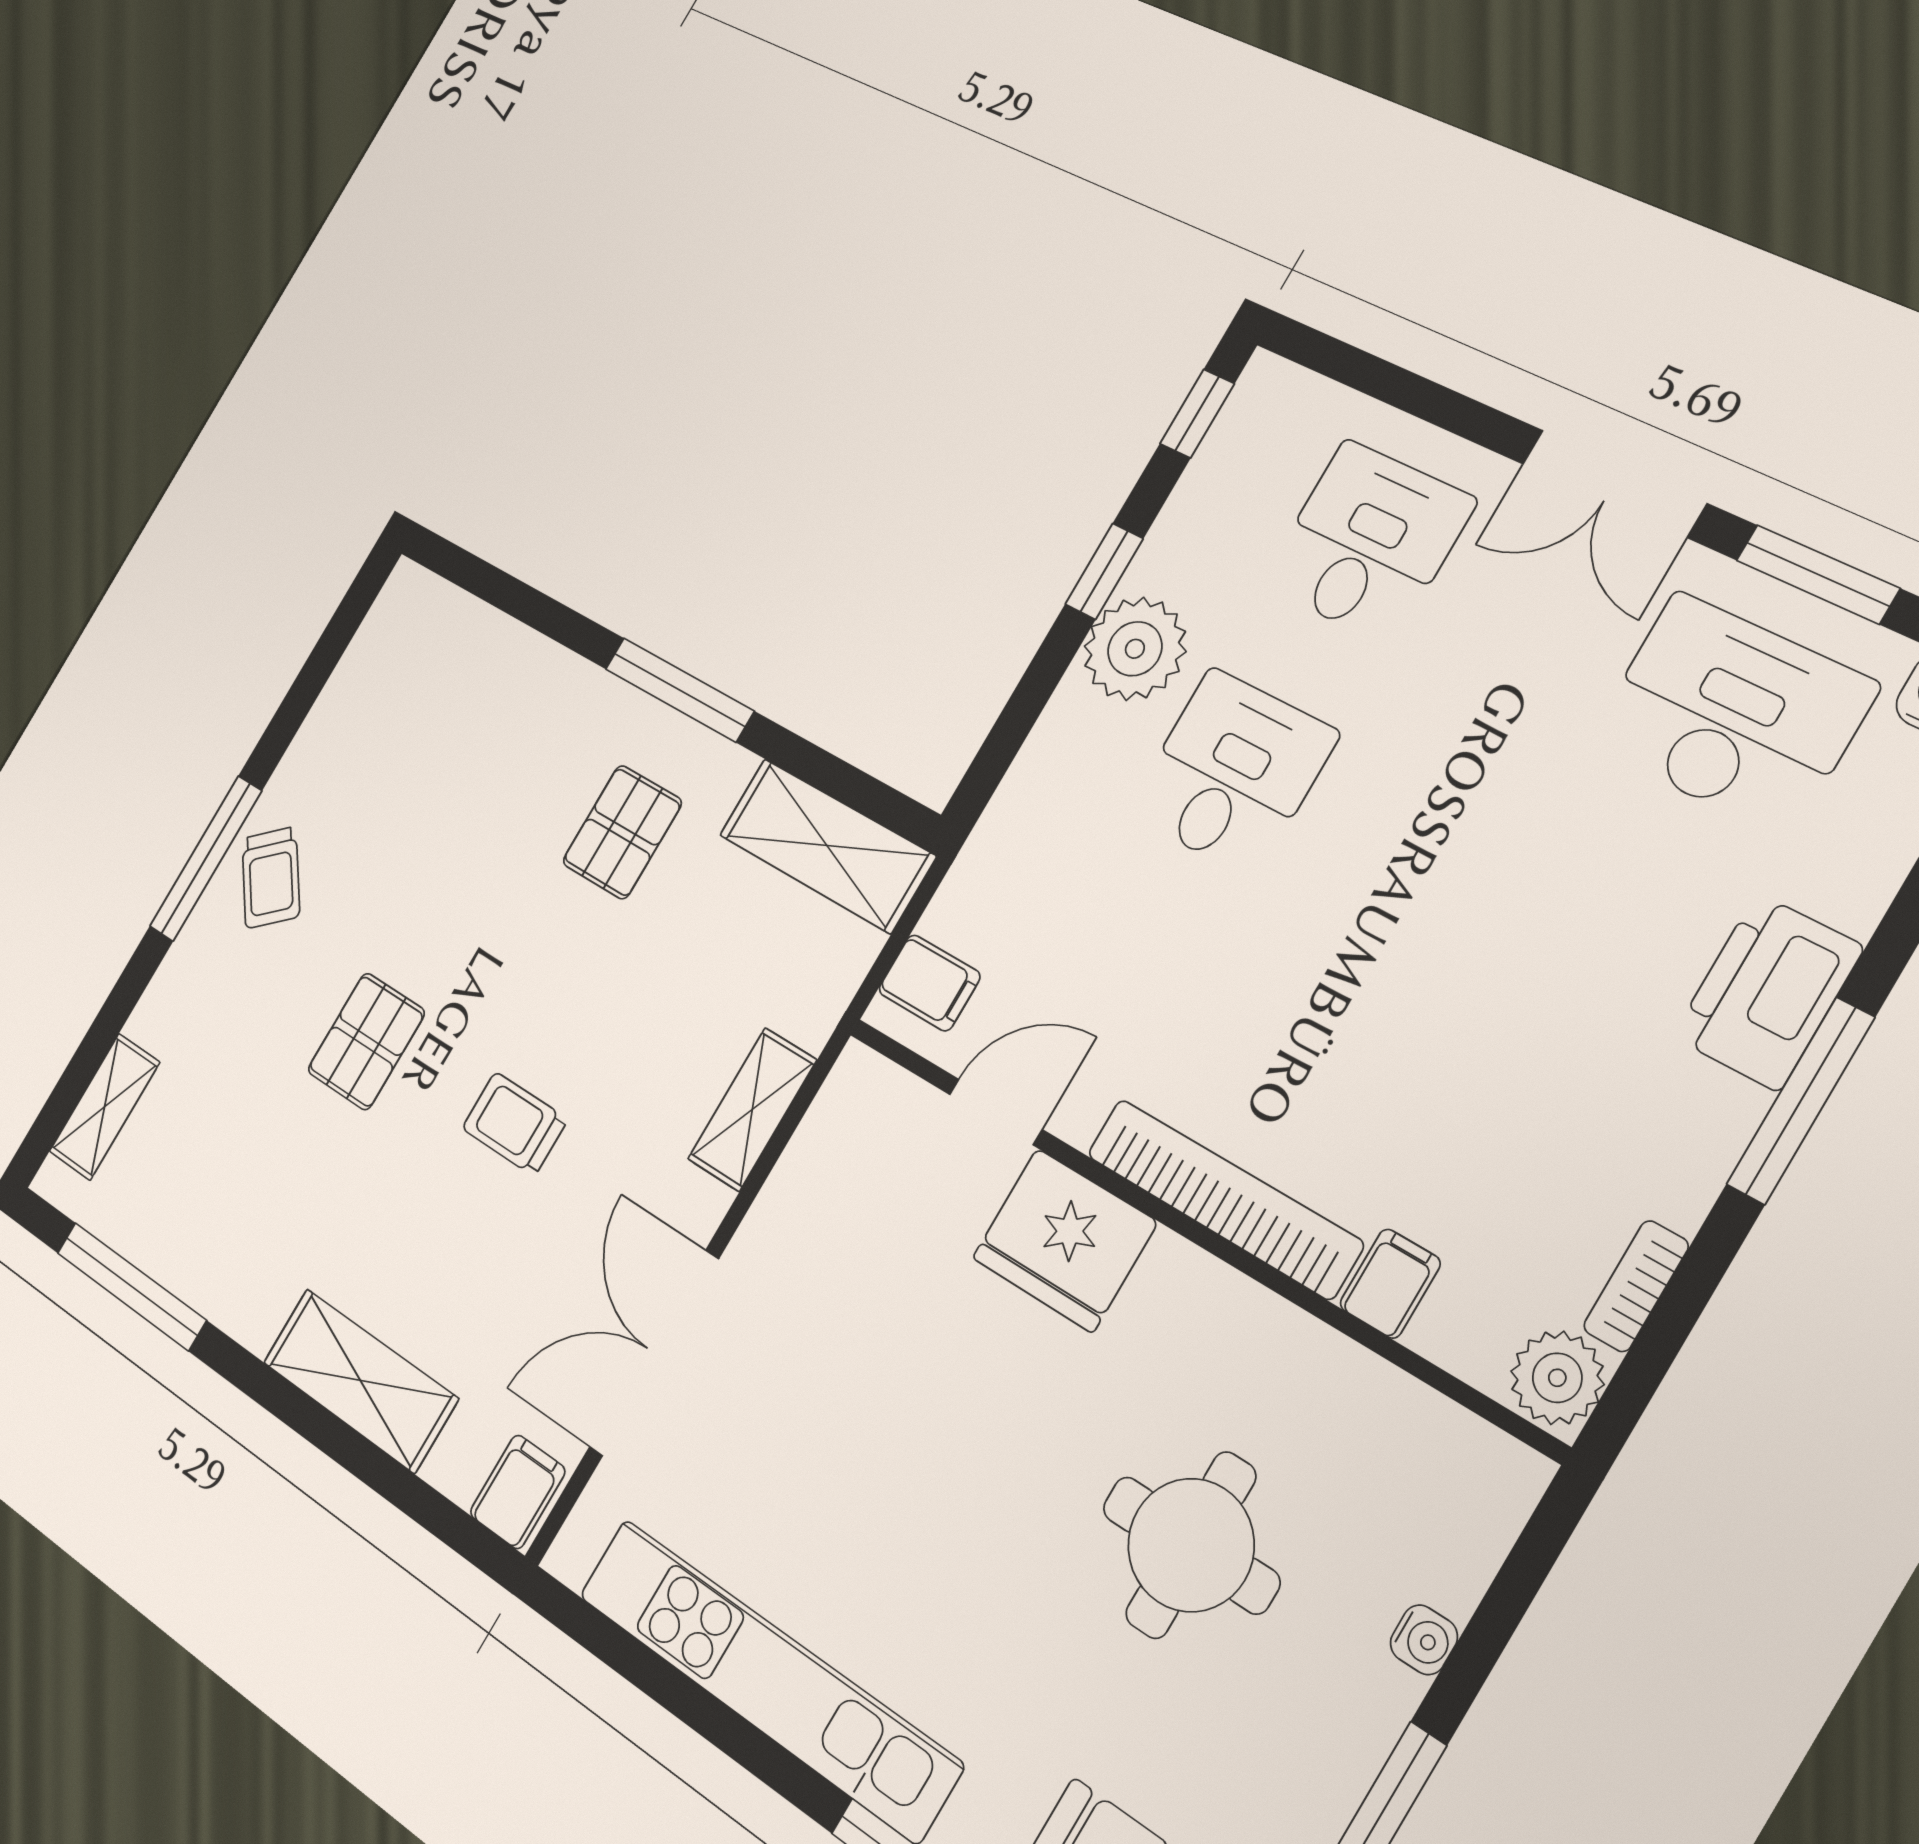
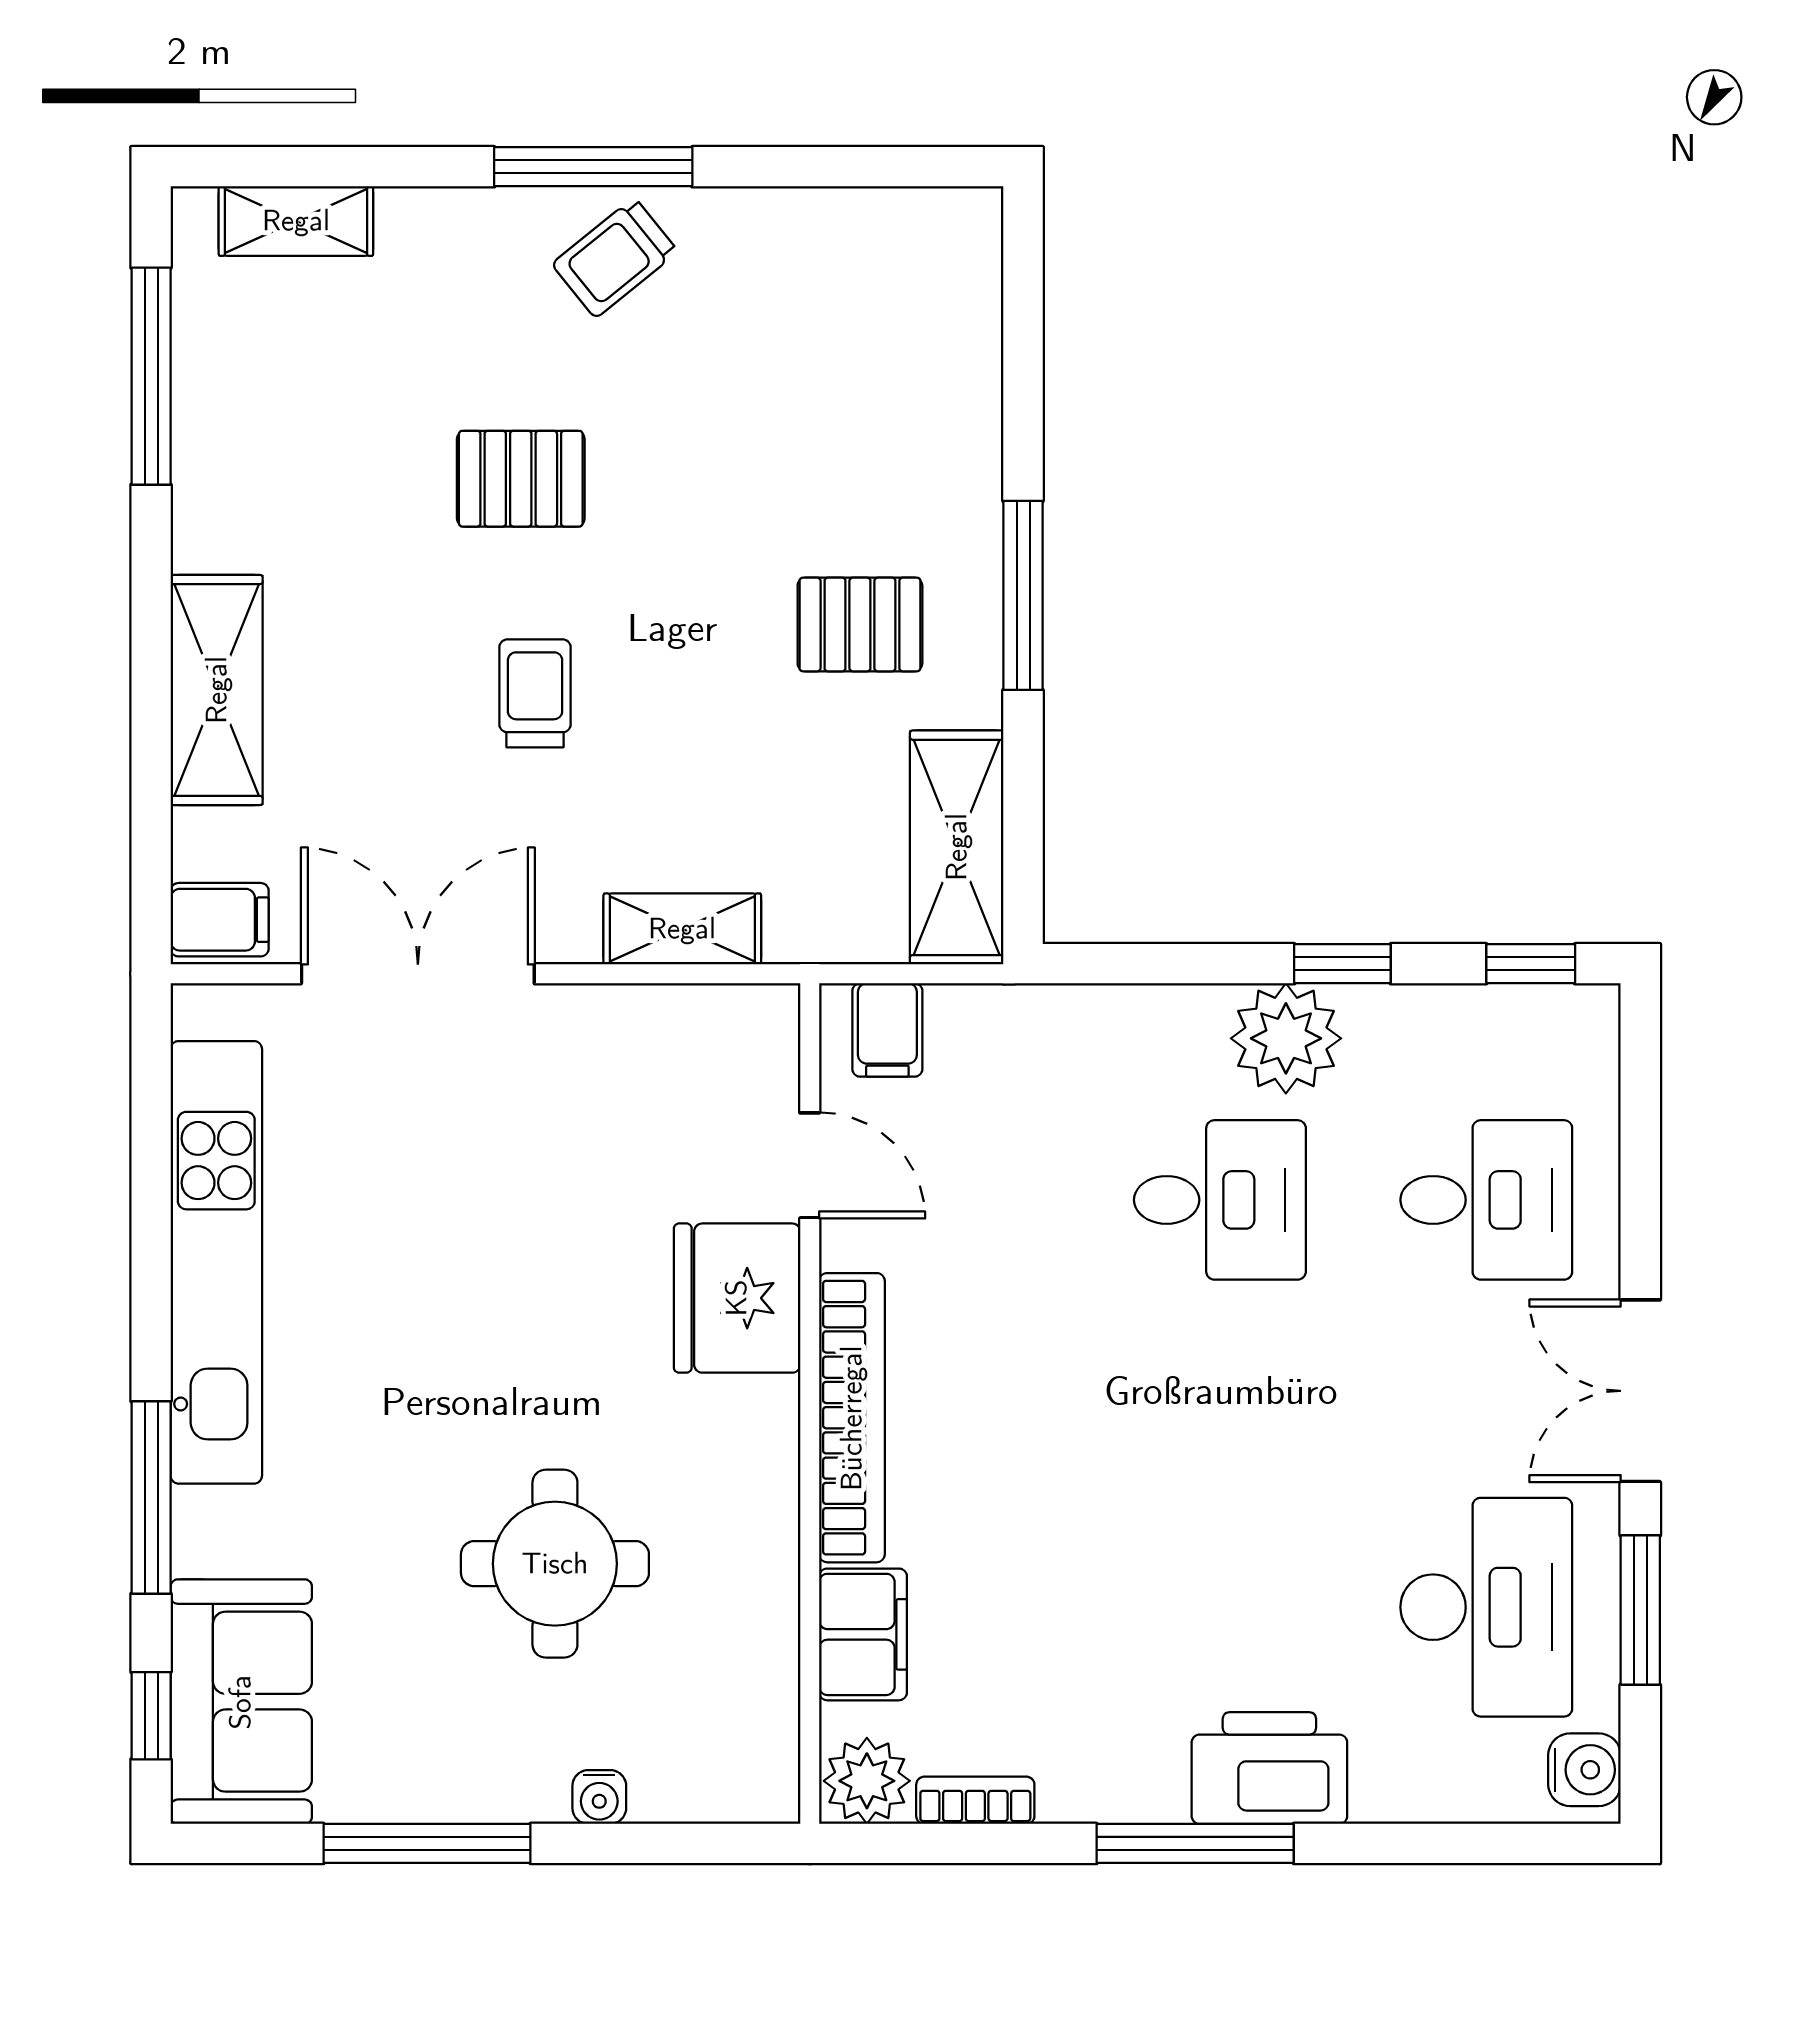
filing cabinet: (1390, 1284) -> (863, 1634), width x2.00

